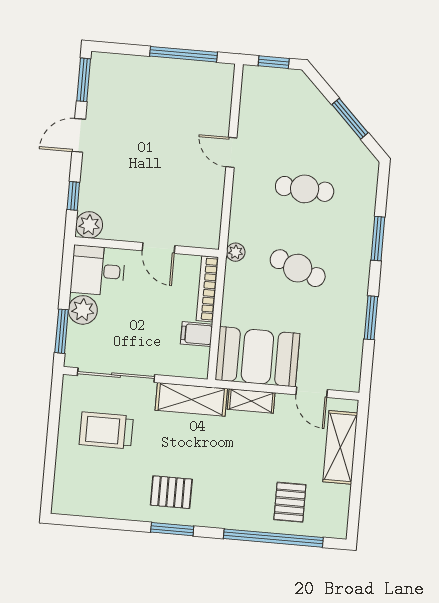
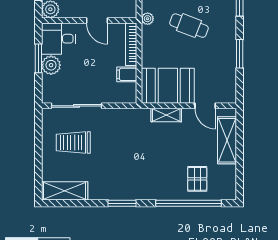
window: (62, 331) -> (38, 58), moved
shelving: (191, 399) -> (65, 191), moved
pallet: (171, 492) -> (119, 179), removed

